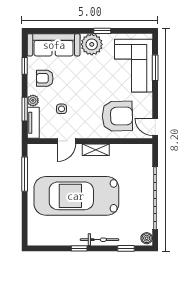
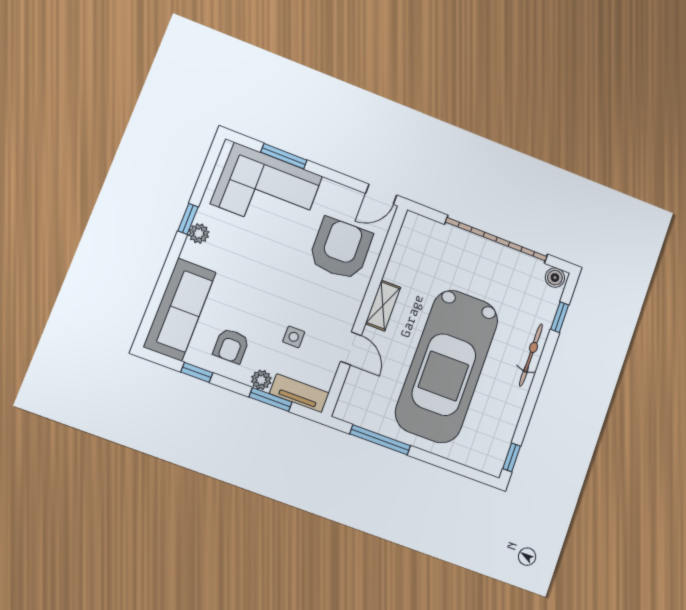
plant: (92, 44) -> (199, 233), width x0.53, depth x0.53
window: (79, 248) -> (512, 457), moved

